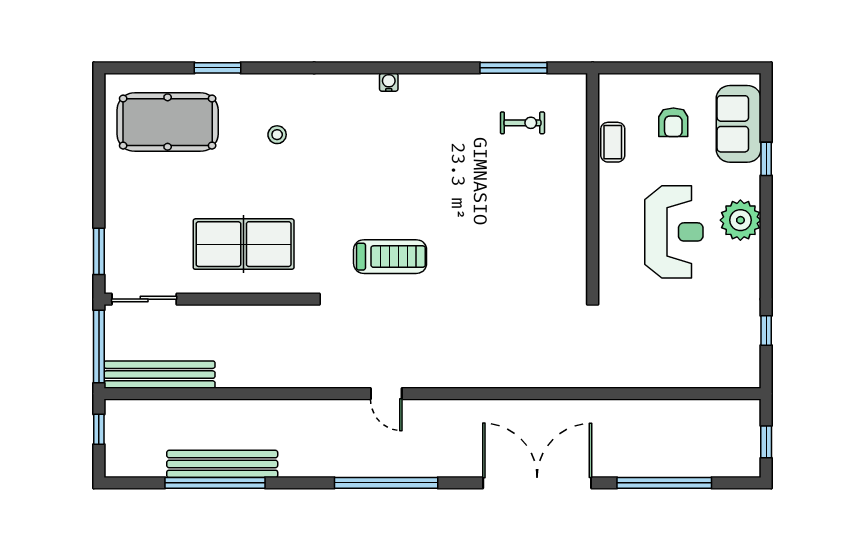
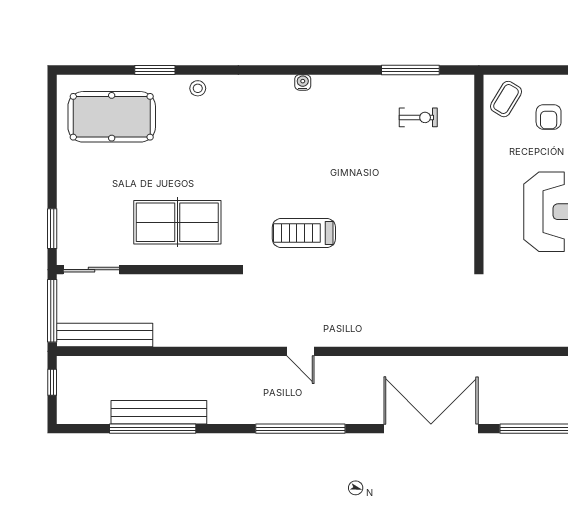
stool: (277, 135) -> (198, 88), moved
coffee table: (613, 142) -> (506, 99), moved, turned 31
treadmill: (390, 257) -> (304, 233), turned 180

